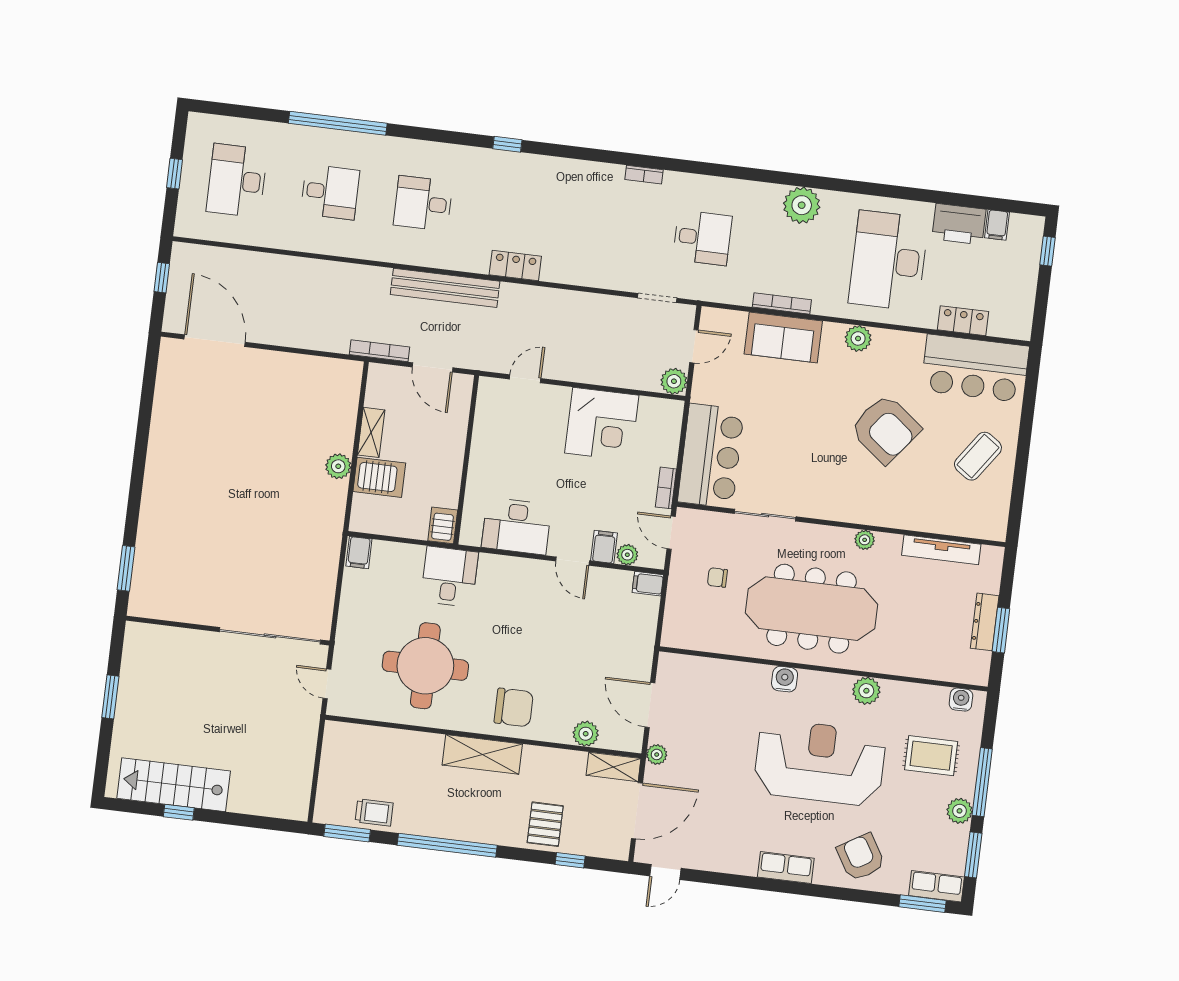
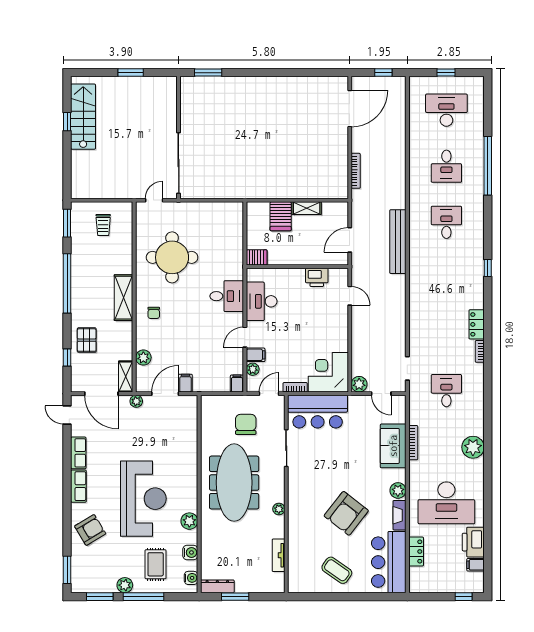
desk: (702, 238) -> (446, 391), turned 180
desk: (889, 261) -> (446, 503), turned 180
locker: (515, 266) -> (477, 324), moved, turned 180
fireplace: (899, 341) -> (399, 515), added
bookcase: (380, 351) -> (356, 171), moved
corner desk: (602, 424) -> (328, 372), moved, turned 90
printer: (488, 430) -> (317, 277), added
plant: (338, 466) -> (284, 191), removed
tv unit: (941, 550) -> (279, 555), width x0.71
filing cabinet: (359, 553) -> (185, 383), moved, turned 90
desk: (449, 577) -> (227, 296), moved
chair: (717, 577) -> (246, 424), width x1.87, depth x1.87
dresser: (985, 622) -> (217, 586), moved
water cooler: (785, 679) -> (190, 552), moved
chair: (514, 707) -> (154, 313), width x0.54, depth x0.54
trolley: (374, 812) -> (103, 225), moved
pallet: (545, 824) -> (87, 340), turned 90
row of seats: (936, 886) -> (78, 453), moved

